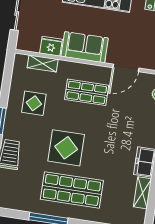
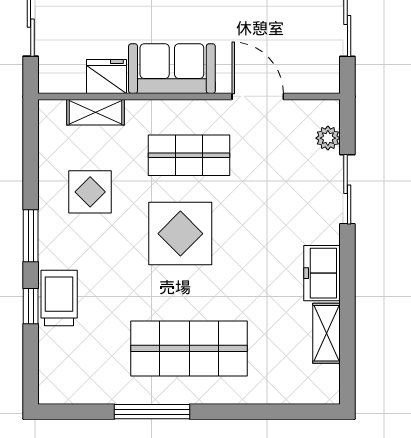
door: (126, 68) -> (258, 96), swing flipped
display table: (66, 148) -> (180, 234), moved

